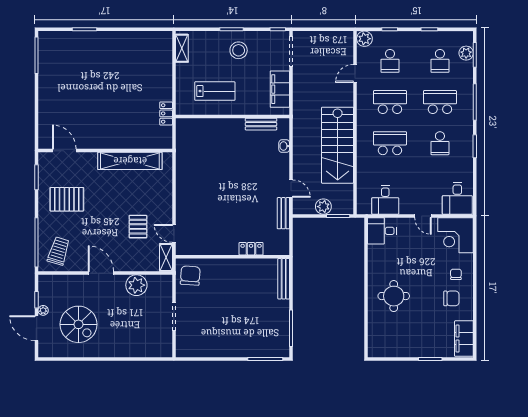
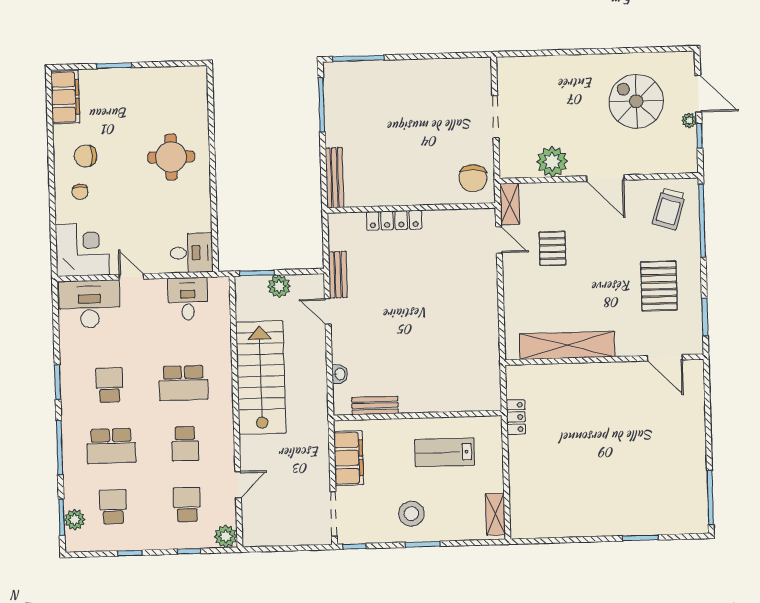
school desk: (390, 102) -> (185, 444), width x0.54
desk: (457, 198) -> (89, 304), width x1.37
pallet: (67, 199) -> (659, 286), turned 90
locker: (251, 249) -> (394, 220), width x1.53

